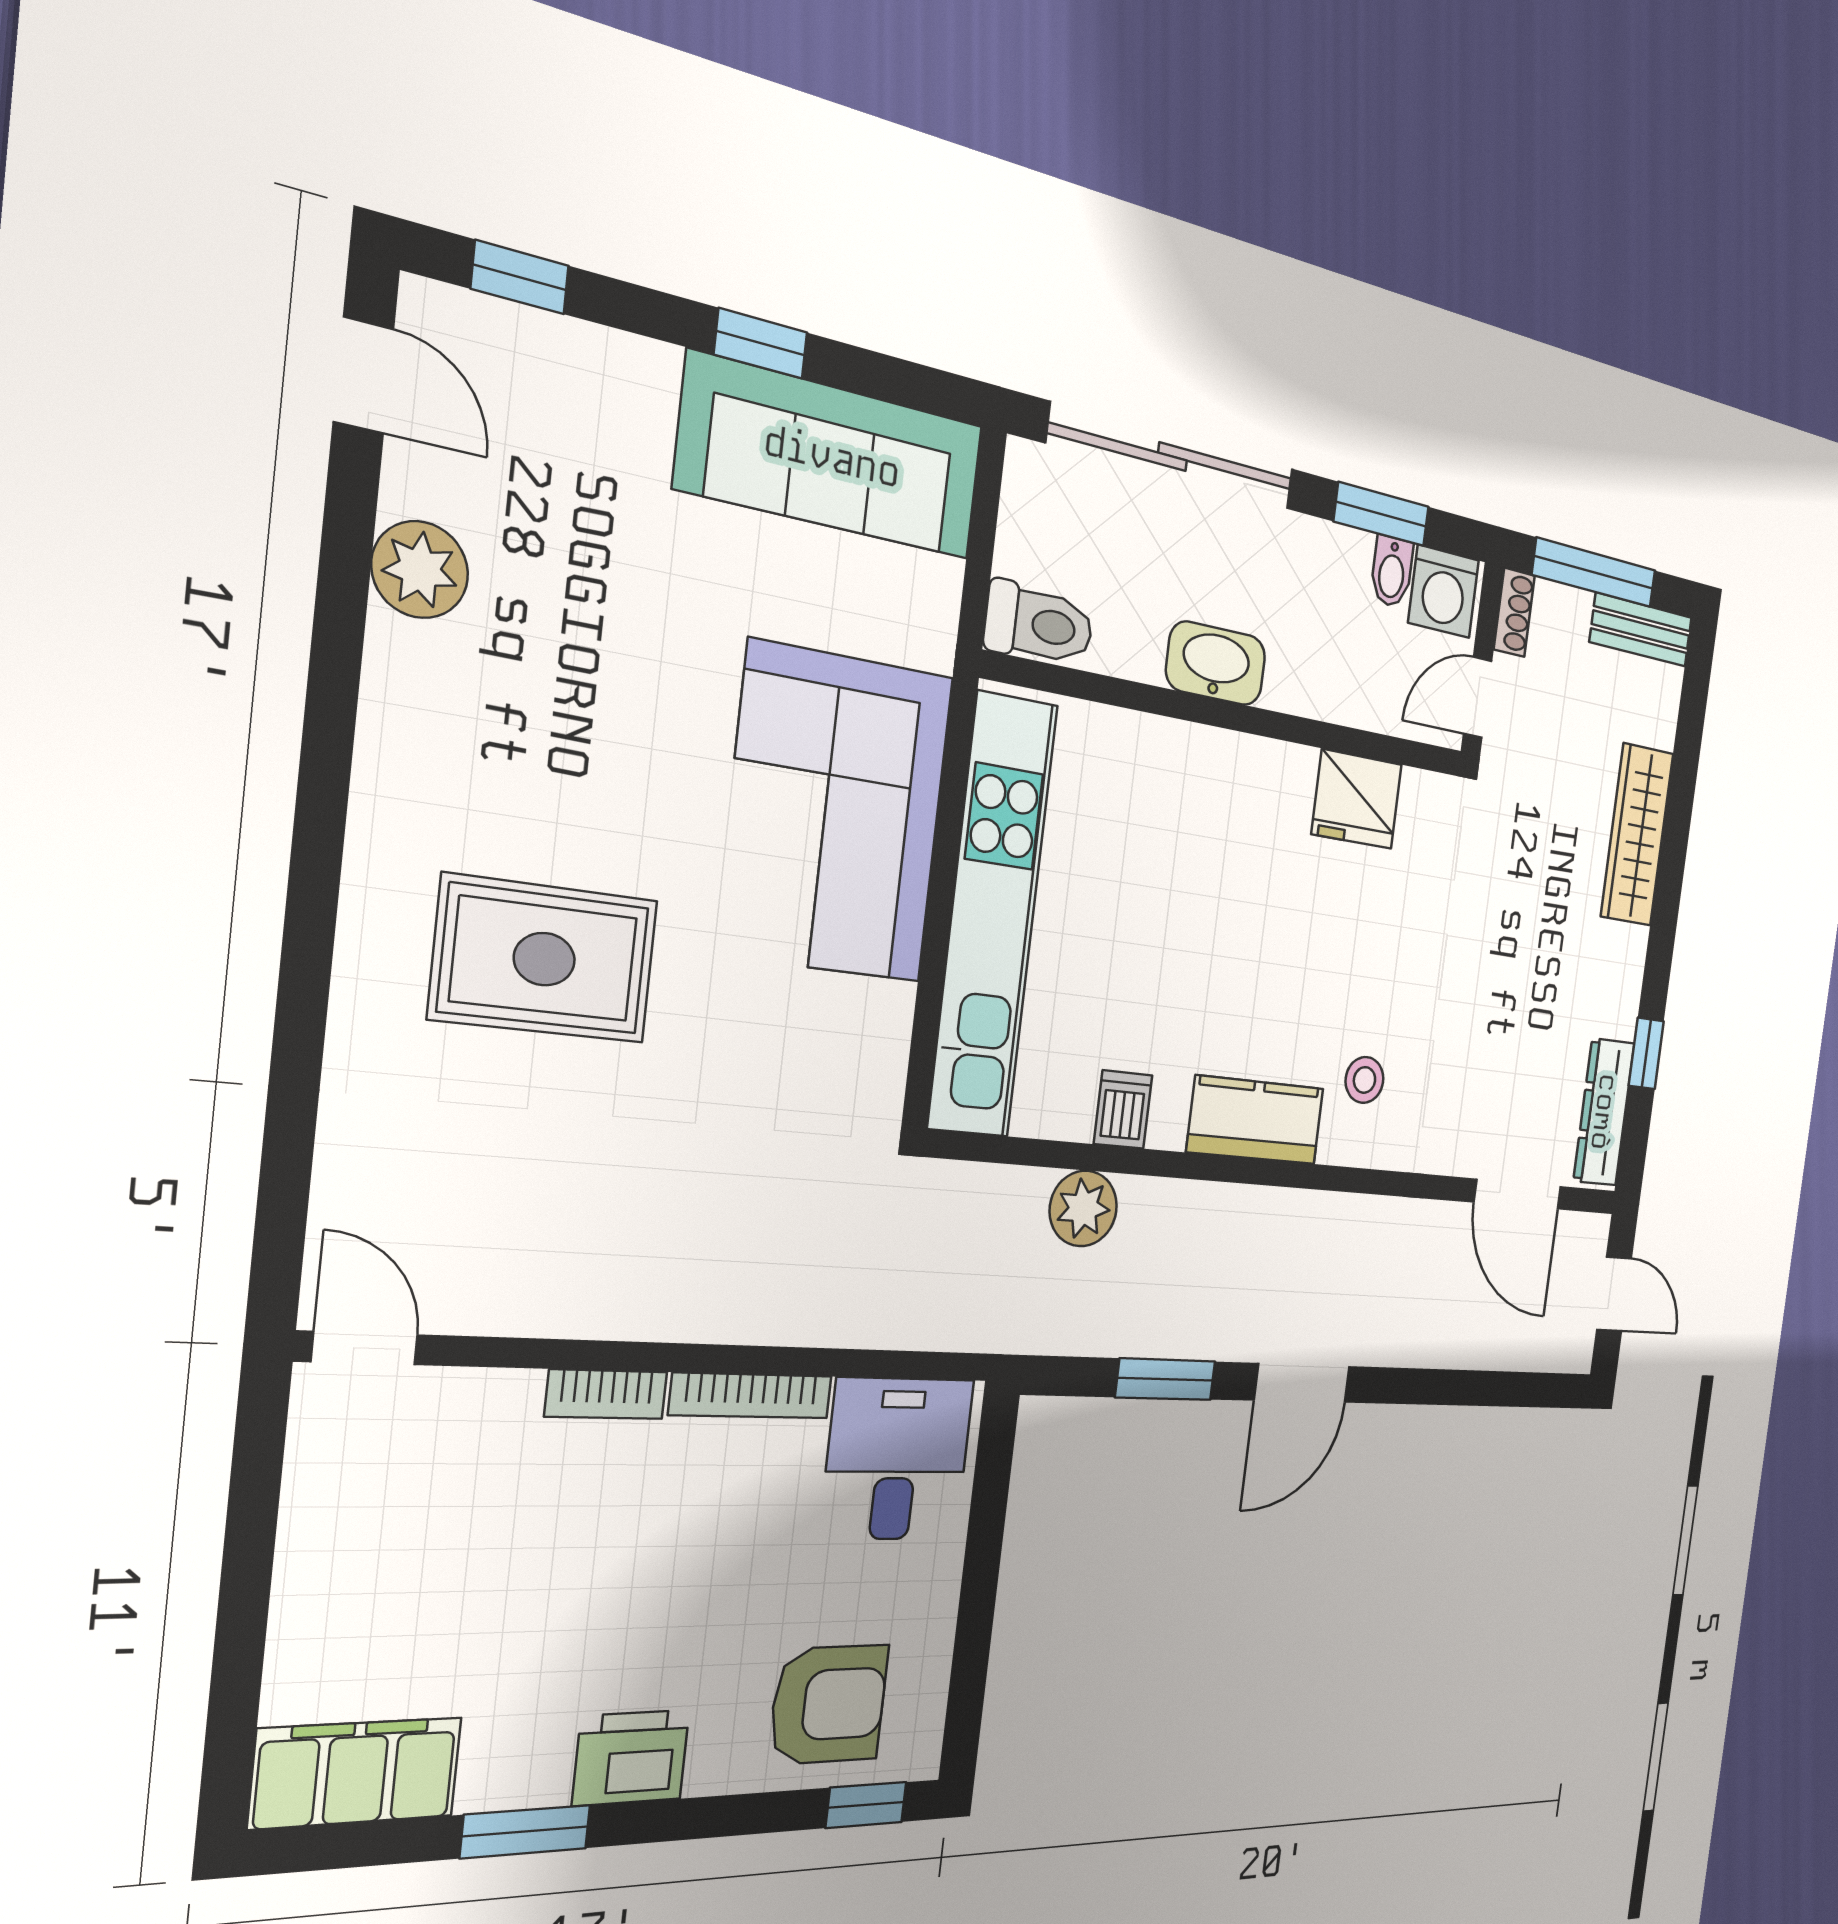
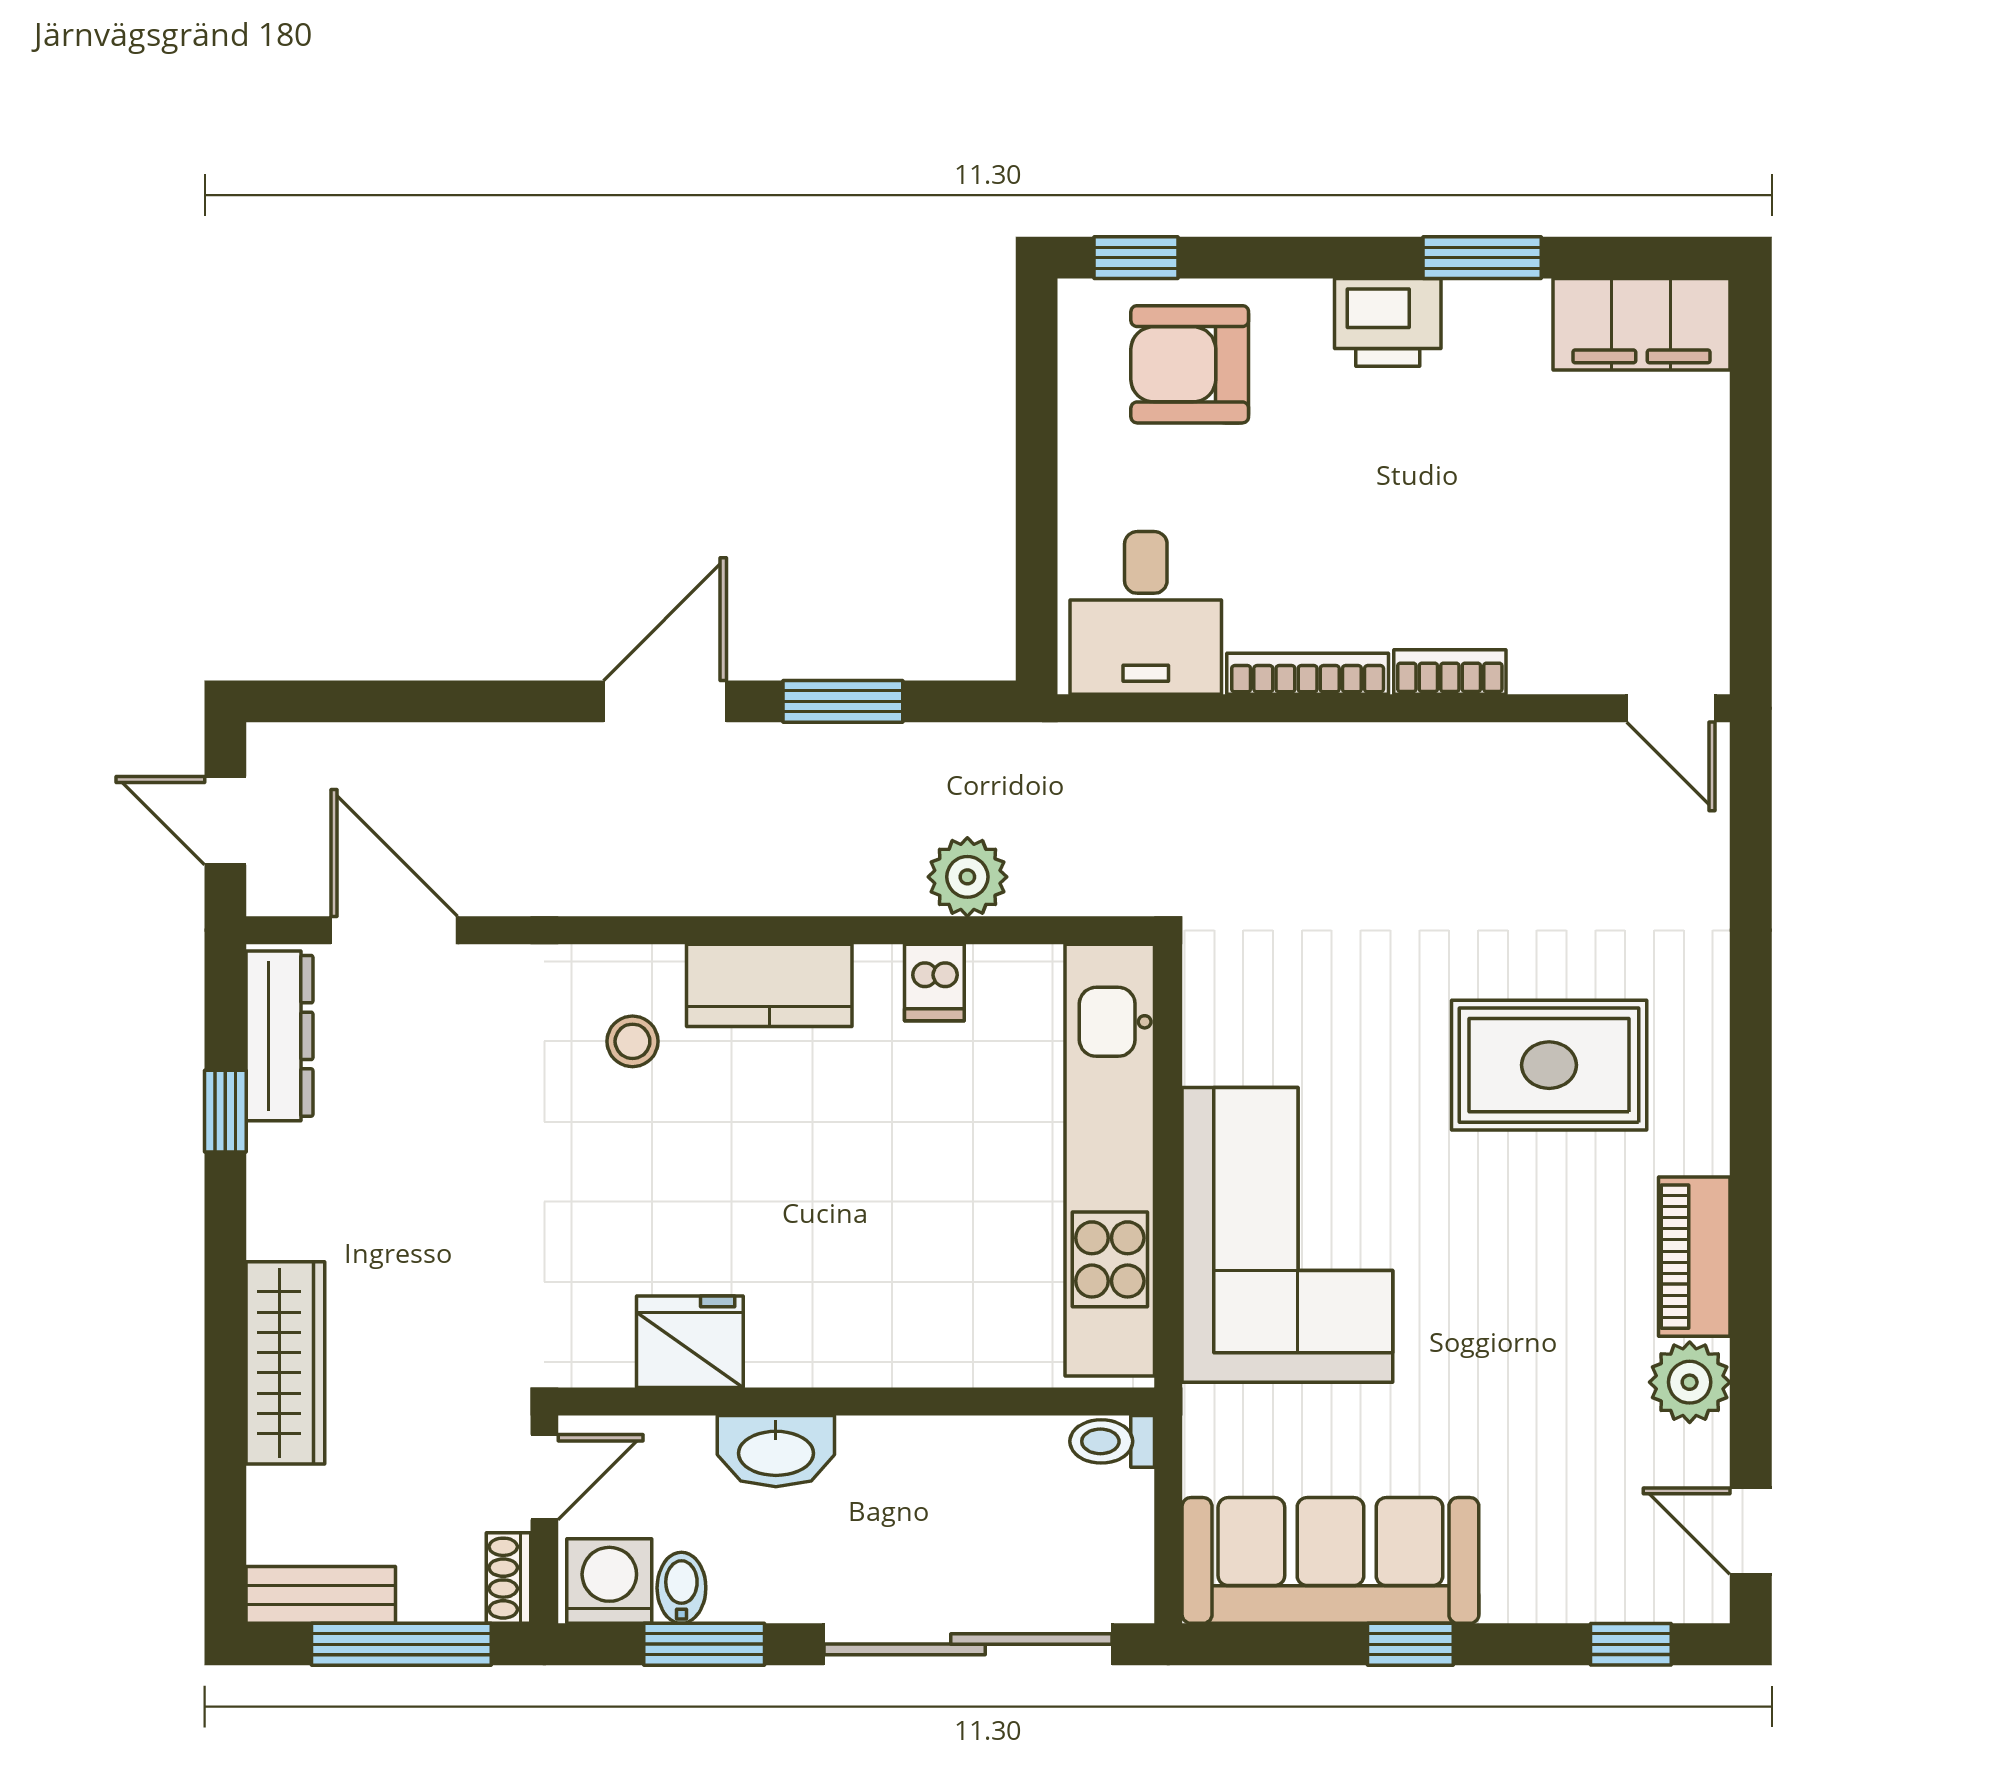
toilet: (1039, 624) -> (1112, 1441), width x0.73, depth x0.72
washbasin: (1216, 663) -> (776, 1451), moved
piano: (400, 716) -> (1694, 1257), added

